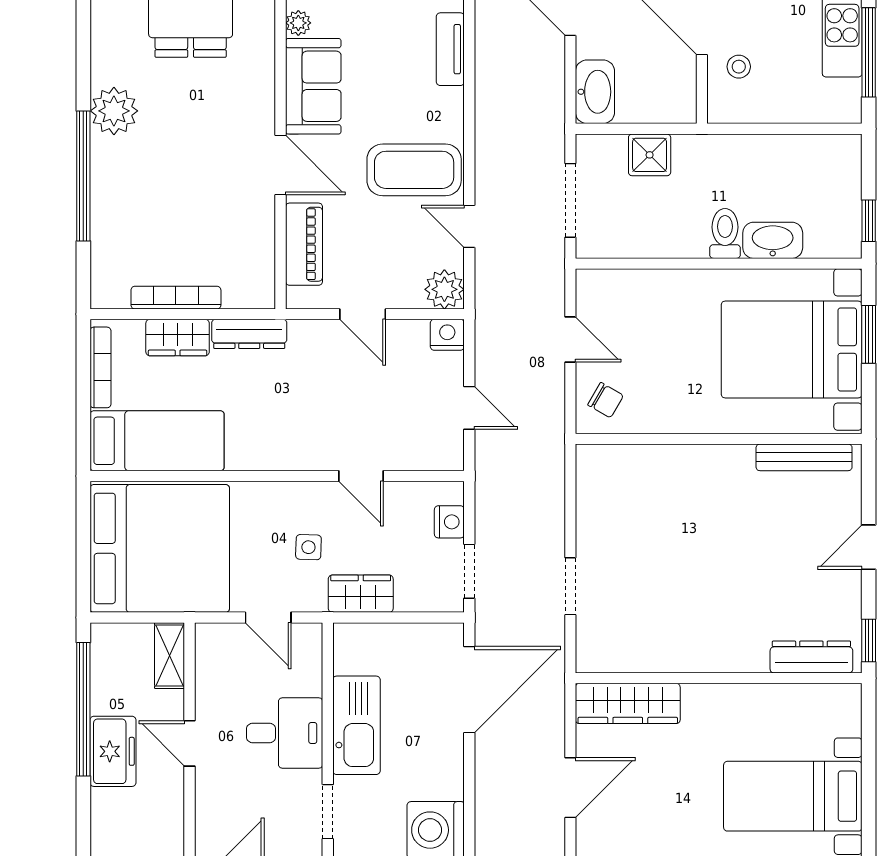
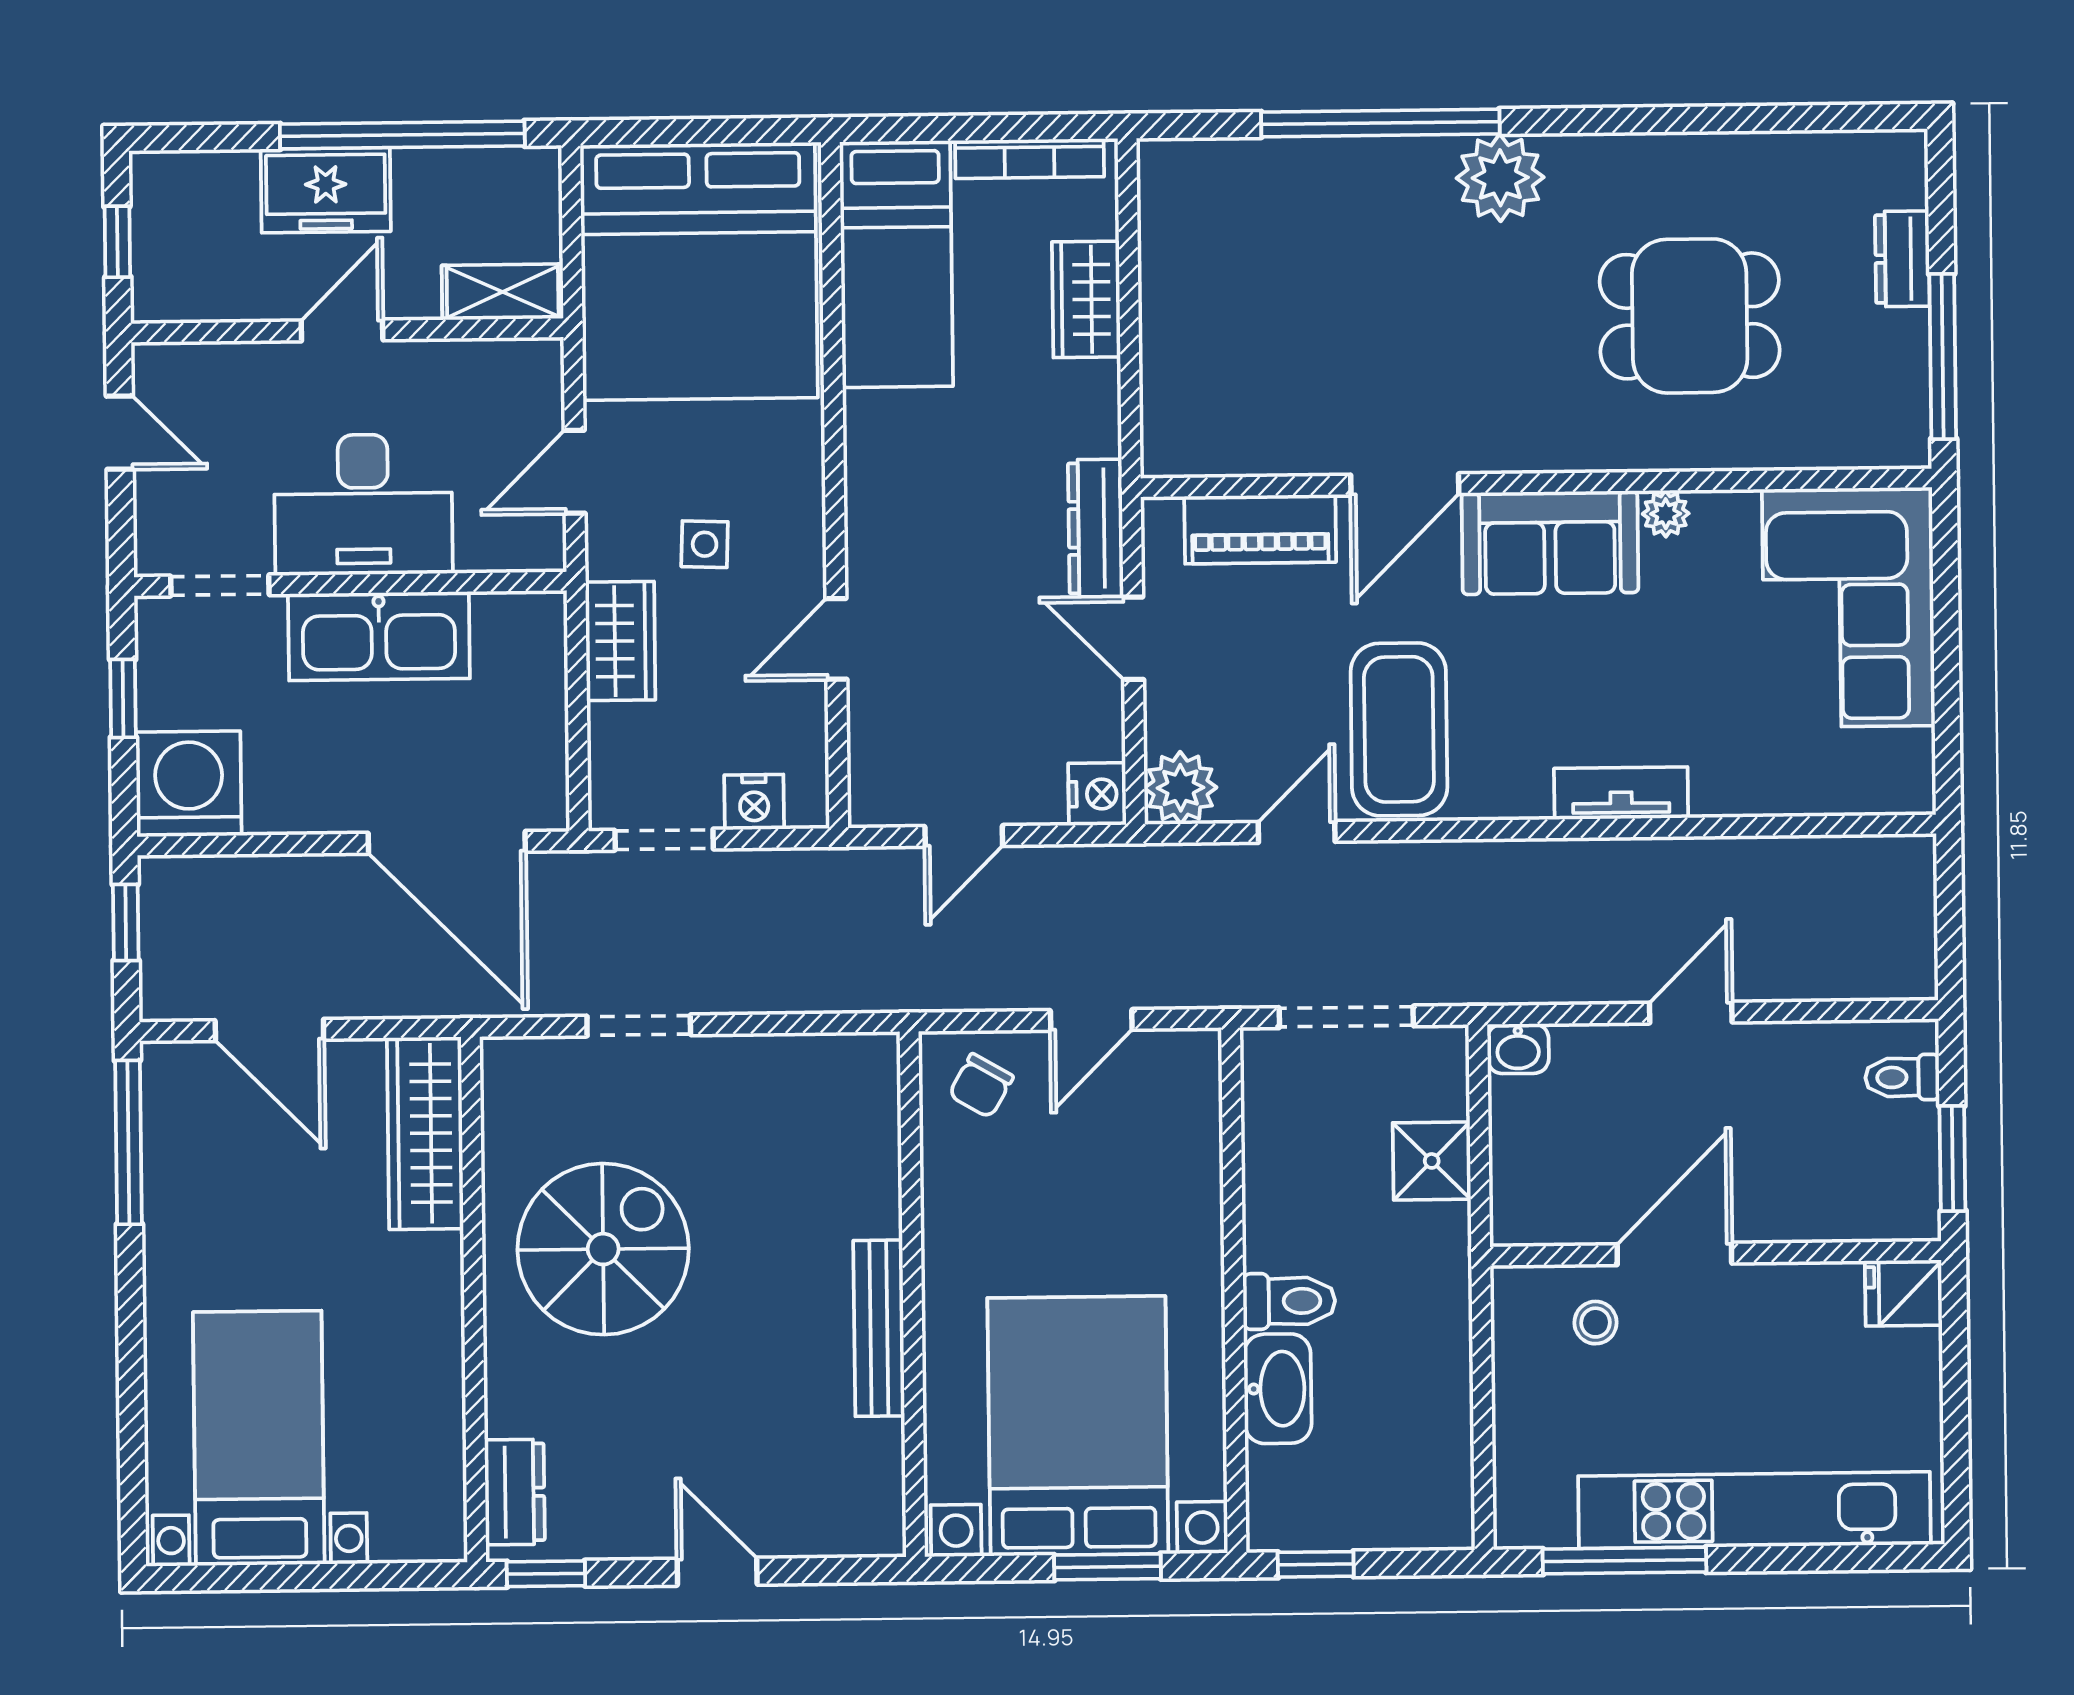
washbasin: (595, 92) -> (1518, 1049), width x0.52, depth x0.69
bookcase: (176, 298) -> (1159, 296), removed
door: (363, 314) -> (1133, 638), hinge flipped
dresser: (249, 334) -> (1096, 528), moved
bench: (804, 457) -> (879, 1328), moved
spiral stairs: (692, 607) -> (603, 1249), added
dresser: (811, 657) -> (515, 1492), width x0.70
desk: (285, 733) -> (363, 505), width x1.37

